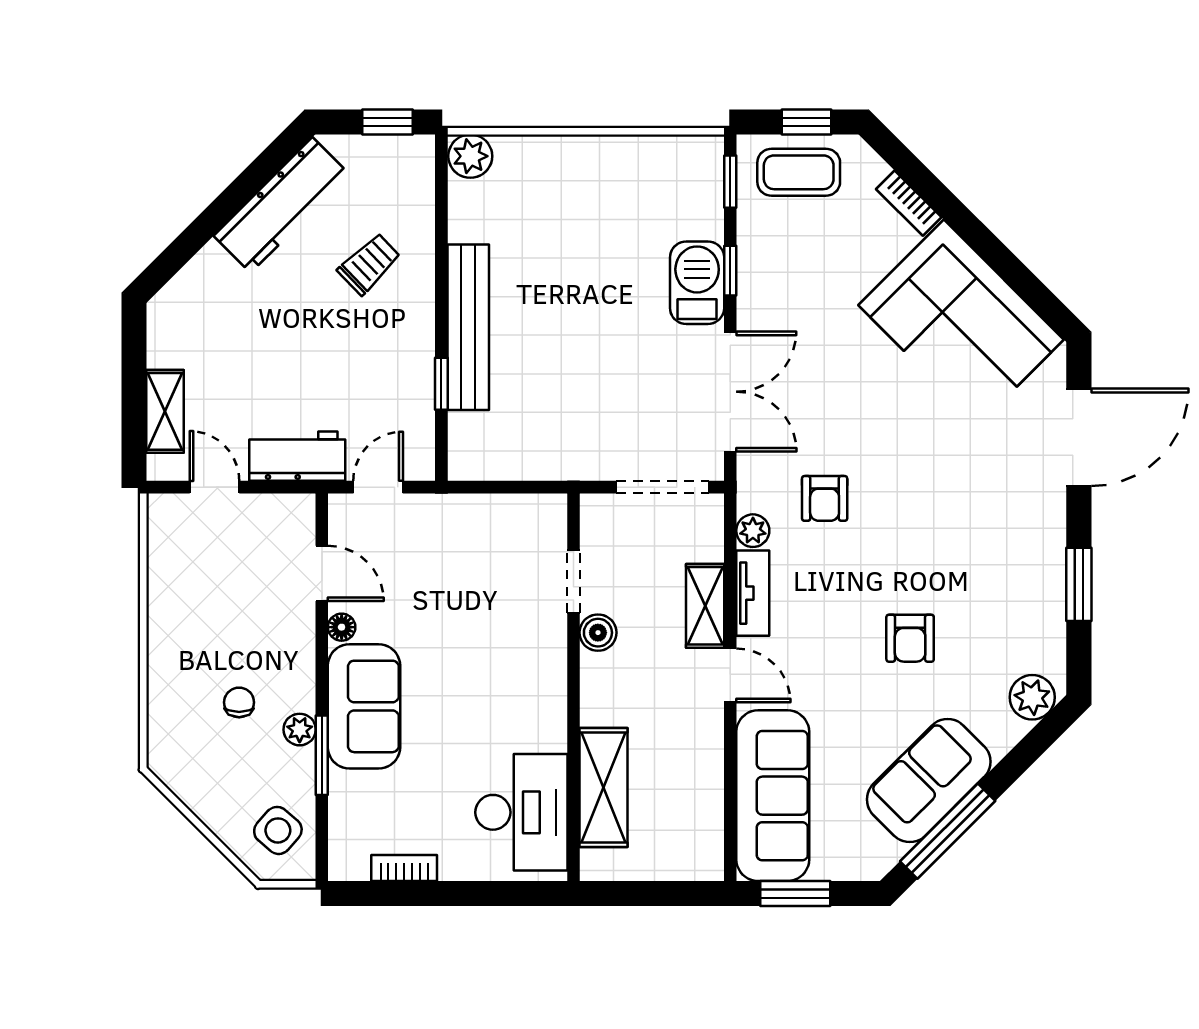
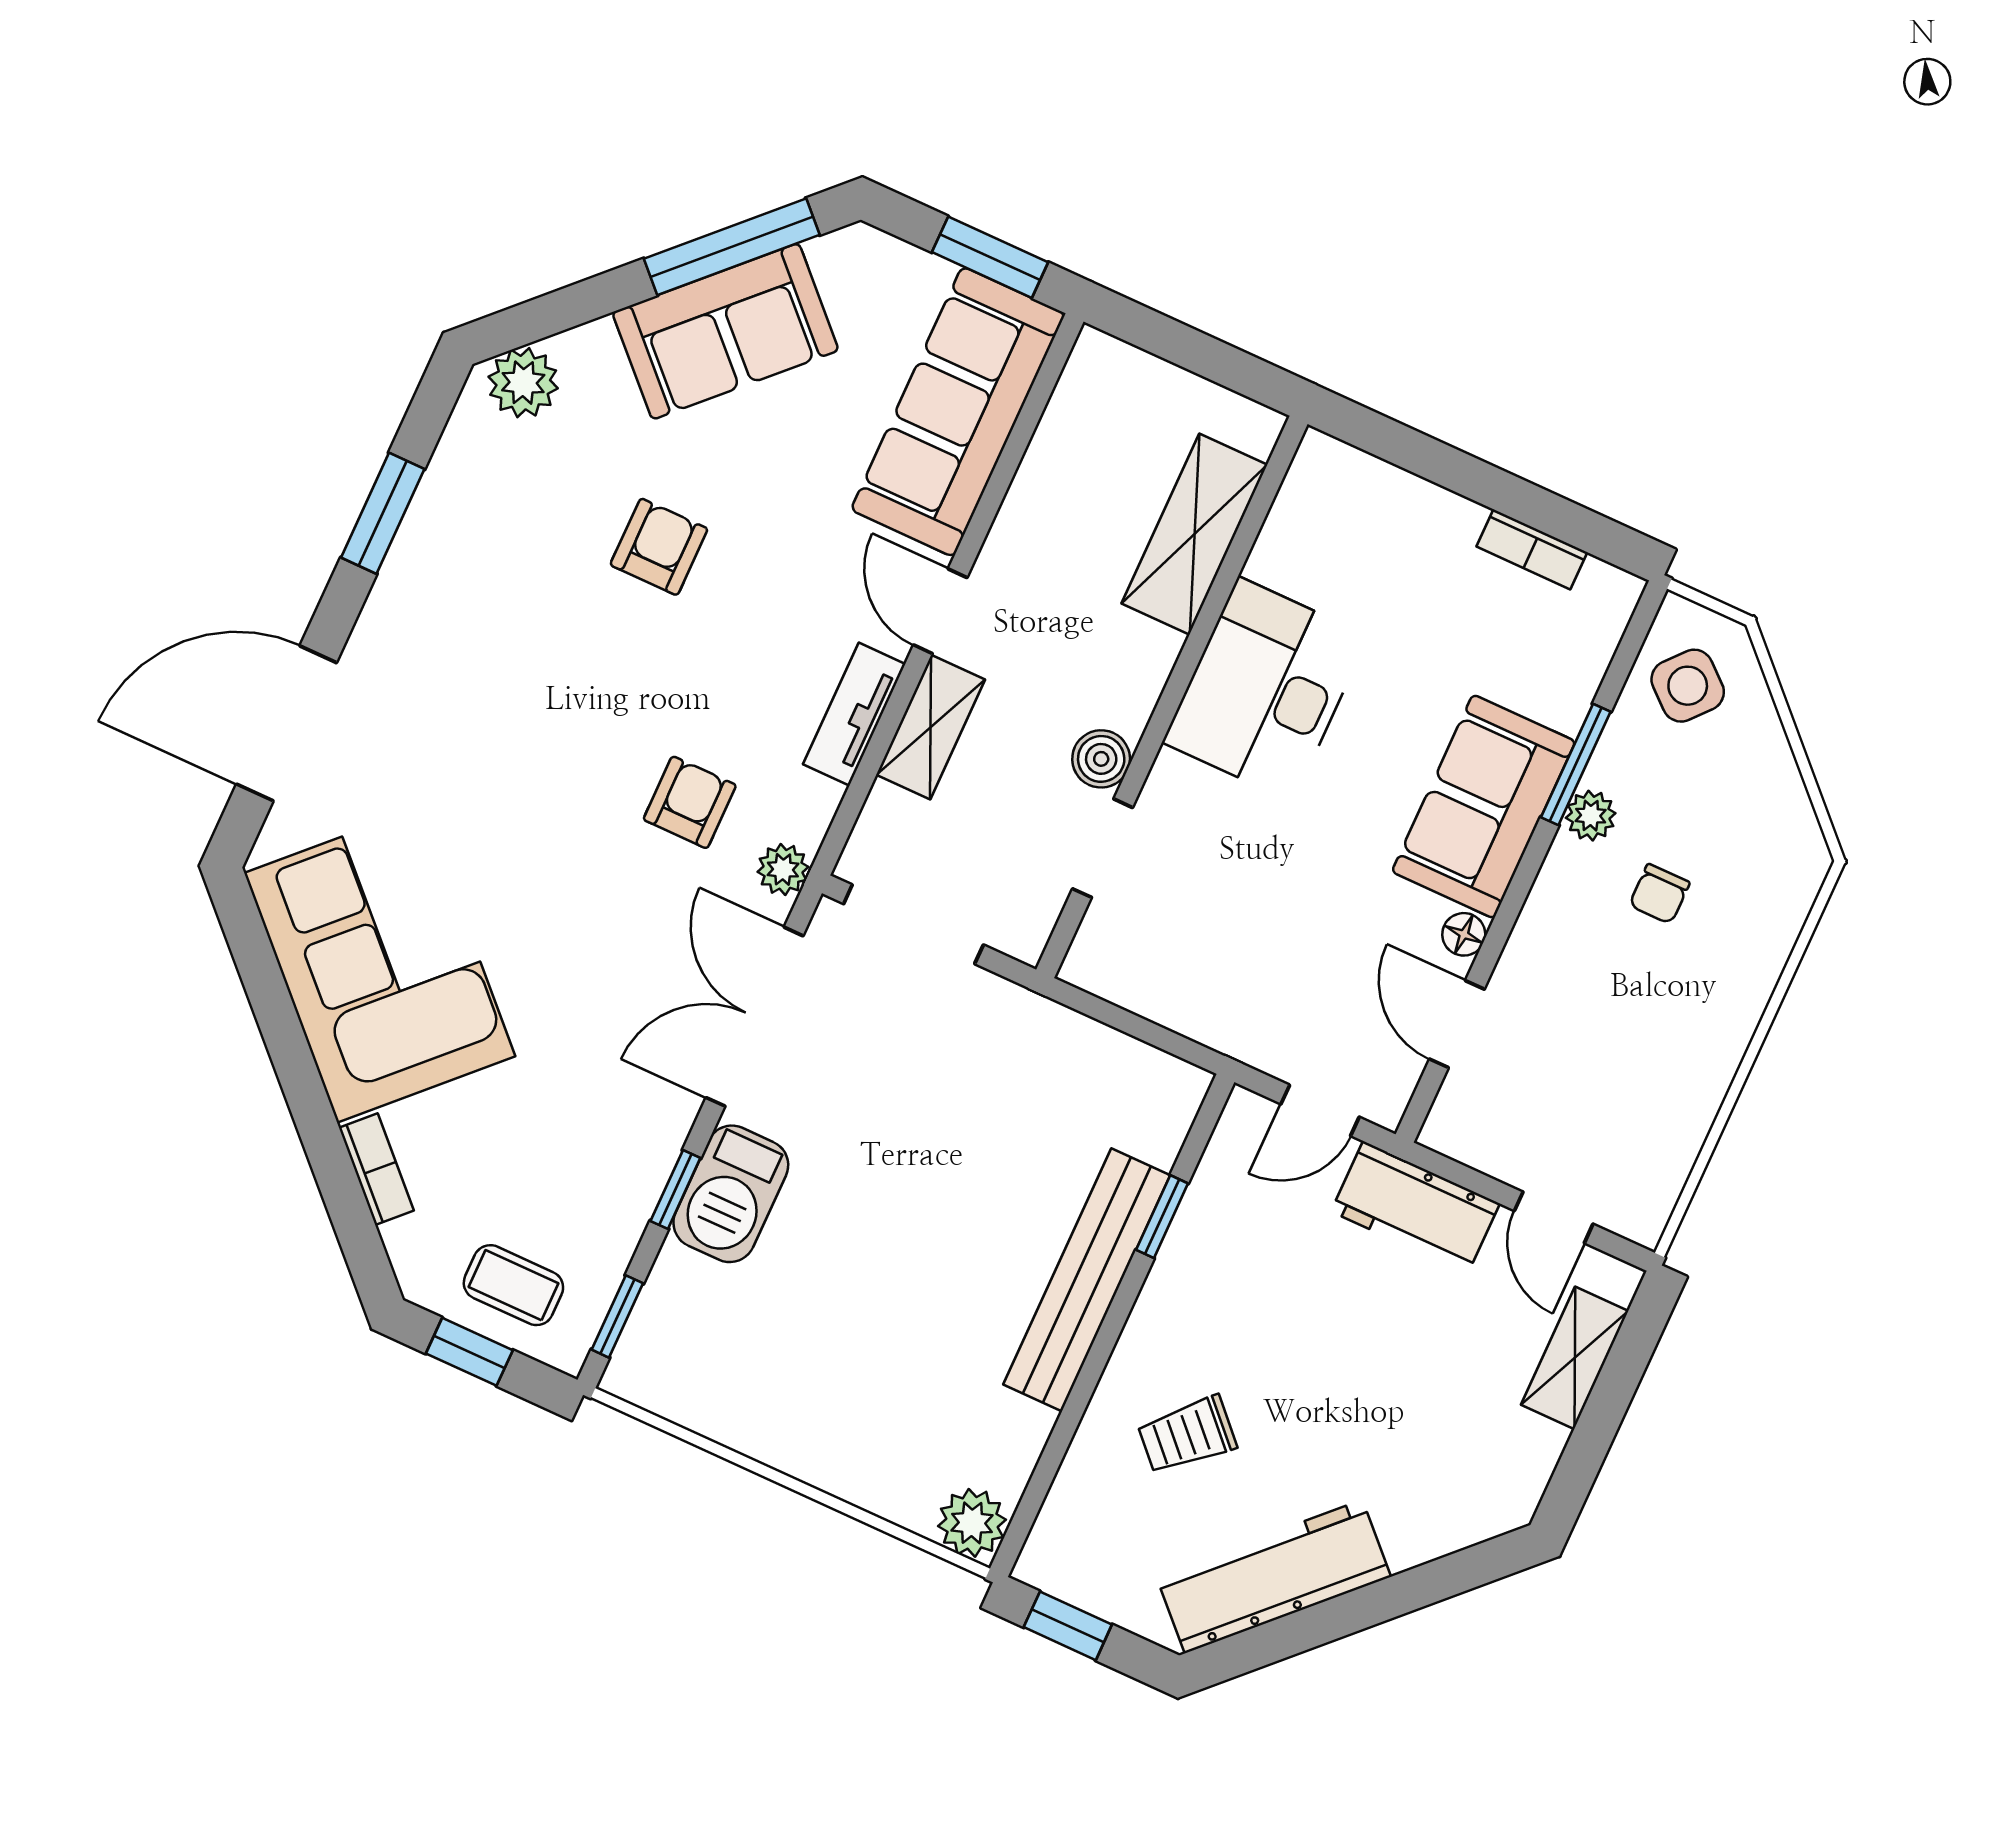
coffee table: (799, 172) -> (513, 1285), width x0.73, depth x0.77
plant: (753, 531) -> (783, 869), moved
desk: (521, 812) -> (1265, 689), moved

